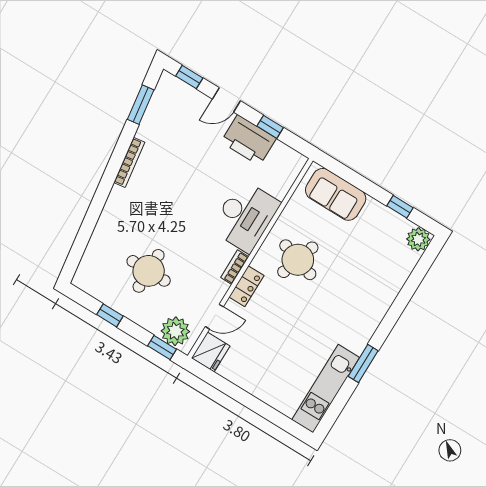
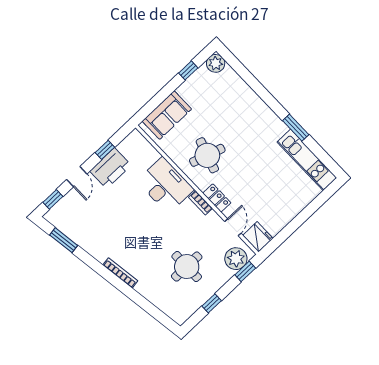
bookcase: (129, 162) -> (120, 273), moved

